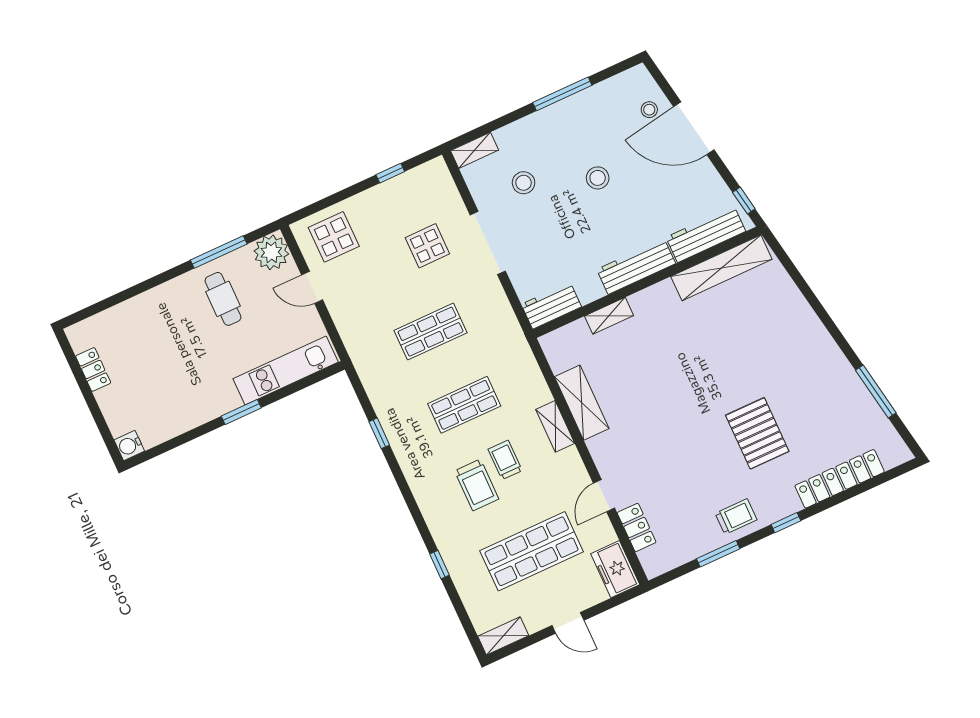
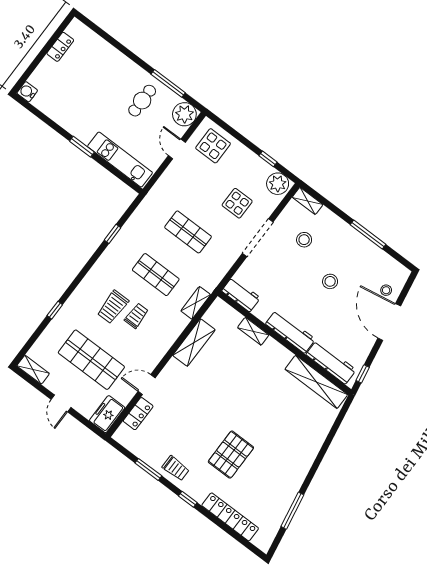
plant: (430, 178) -> (278, 184), added
shelving: (555, 426) -> (196, 303), moved

